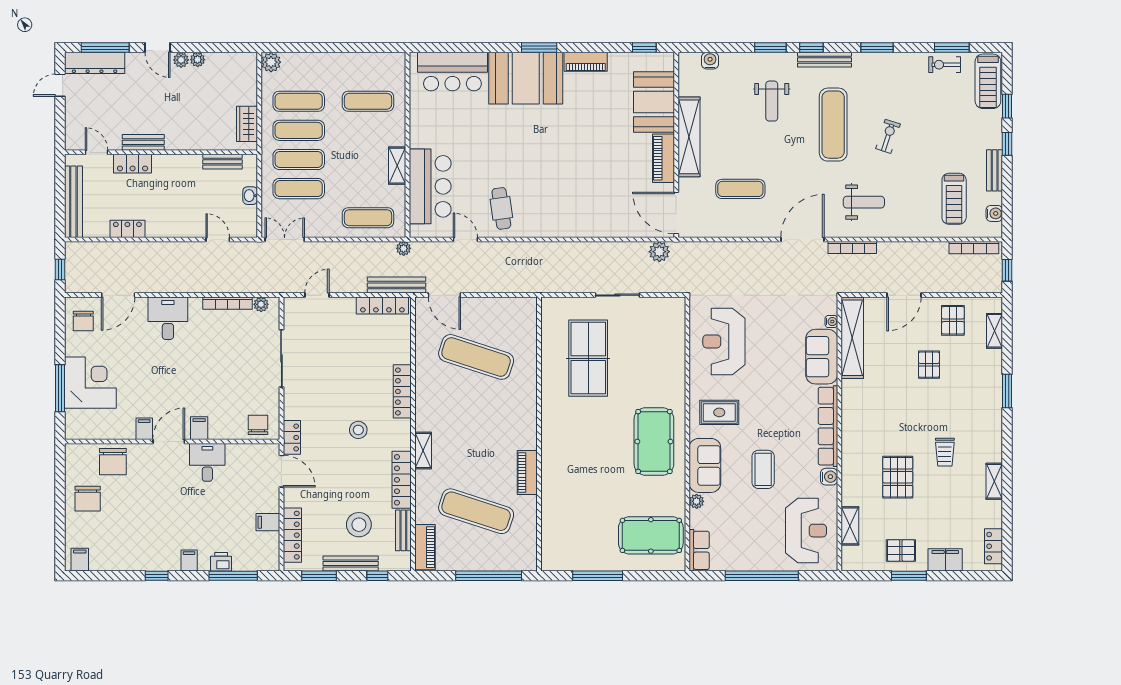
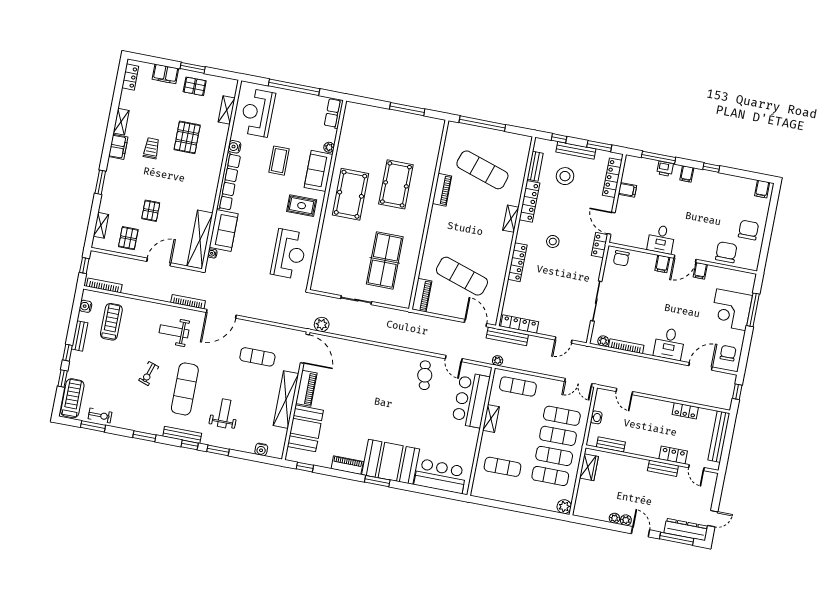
filing cabinet: (992, 445) -> (118, 147), added
pool table: (651, 535) -> (396, 184), moved, turned 90
piano: (425, 547) -> (422, 295), moved, turned 180

